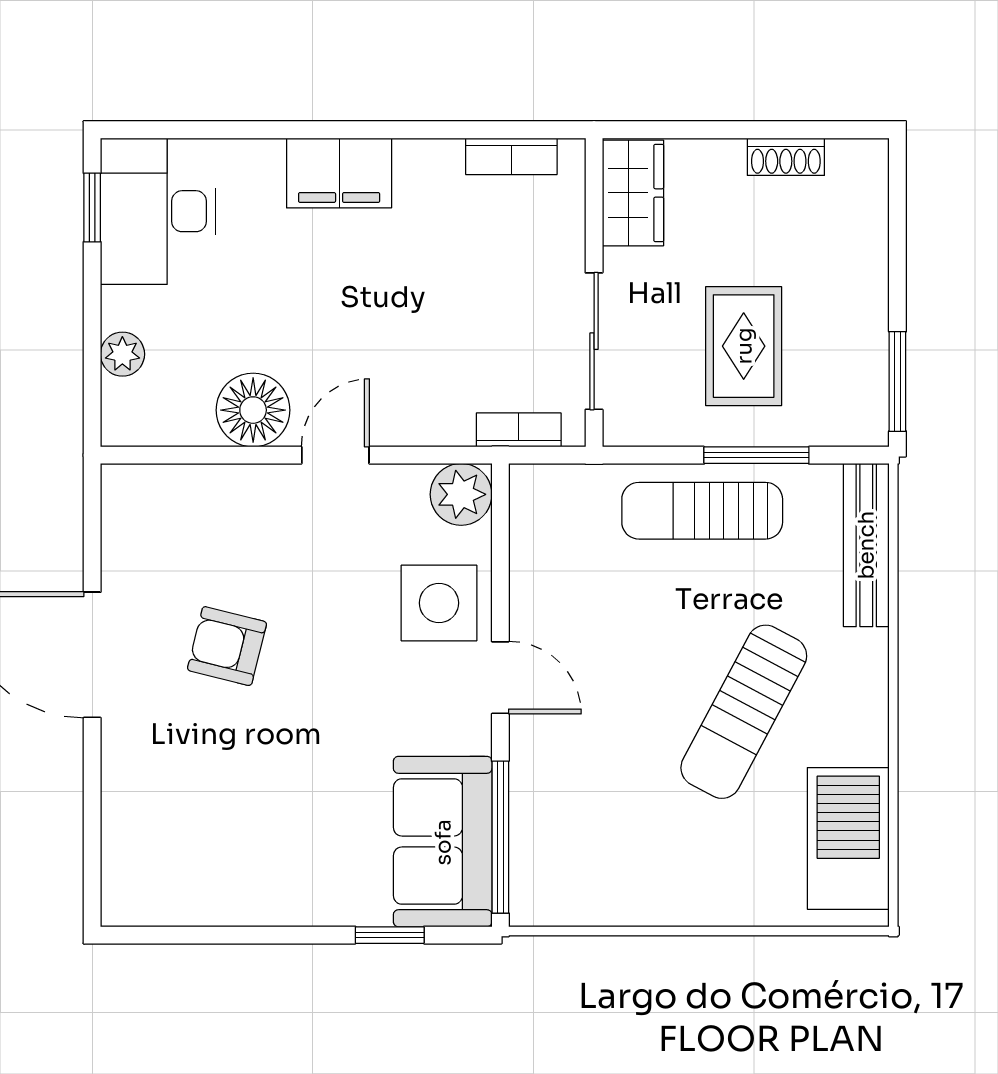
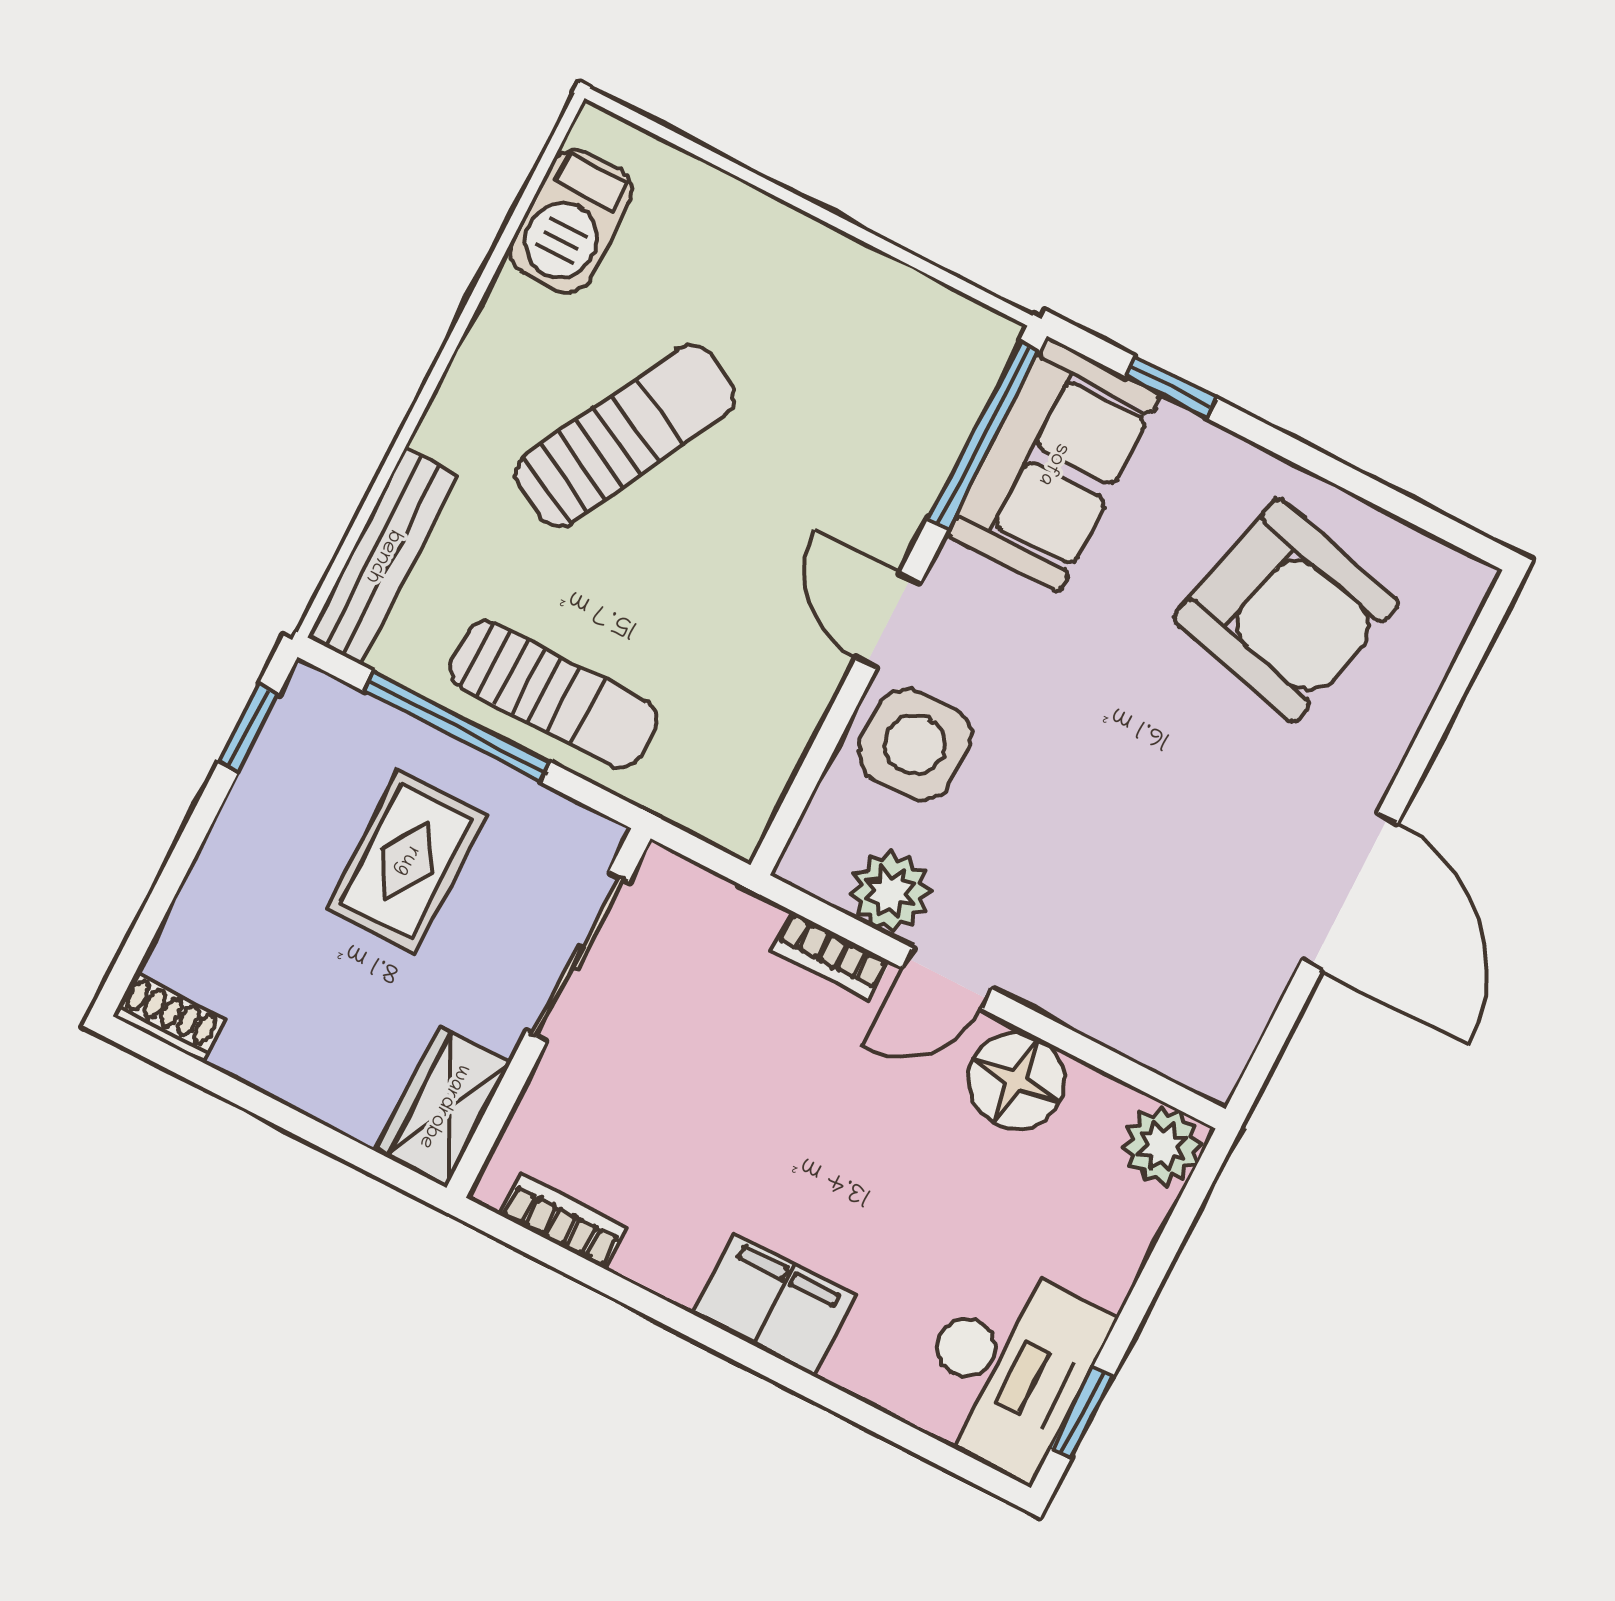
shoe rack: (786, 157) -> (169, 1018), moved
plant: (122, 354) -> (1162, 1146), moved, width x1.38, depth x1.38
window: (897, 381) -> (249, 728), width x0.67
bookcase: (519, 430) -> (831, 956), moved
window: (756, 455) -> (457, 726), width x1.44
plant: (461, 494) -> (890, 892), moved
armchair: (227, 646) -> (1286, 610), moved, width x1.88, depth x1.88
barbecue: (848, 838) -> (571, 221), width x0.73, depth x0.83

